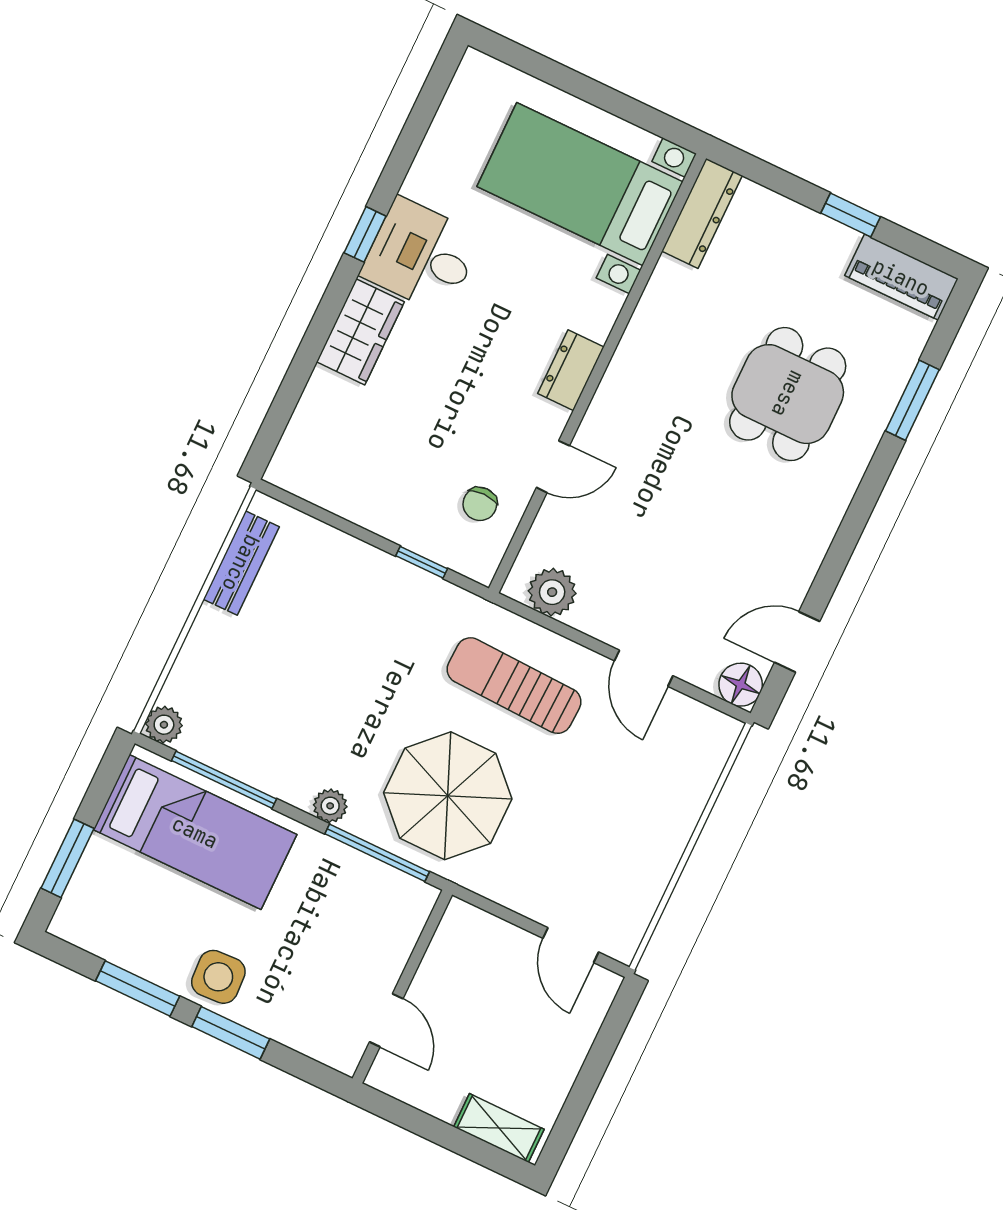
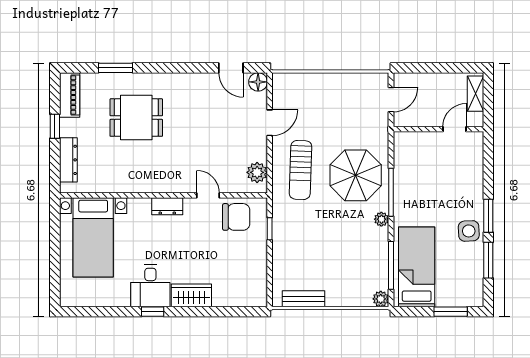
dresser: (702, 213) -> (68, 160), moved, turned 90
chair: (480, 504) -> (236, 217), width x1.87, depth x1.87
wall: (402, 987) -> (438, 129), moved
door: (386, 1020) -> (454, 129), moved

